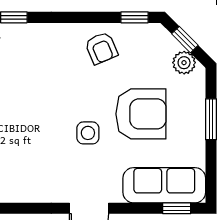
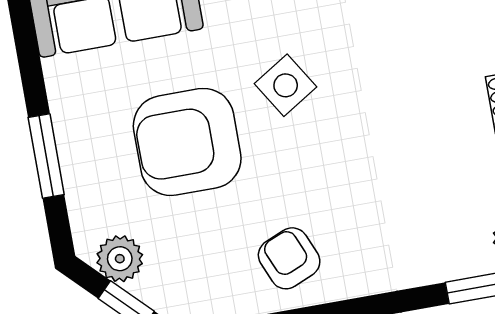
side table: (88, 133) -> (286, 85), turned -32

